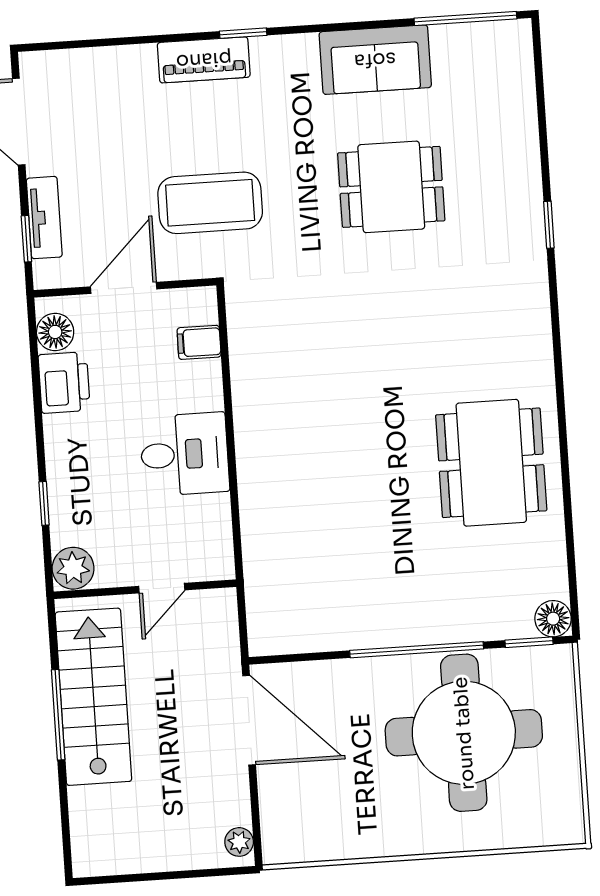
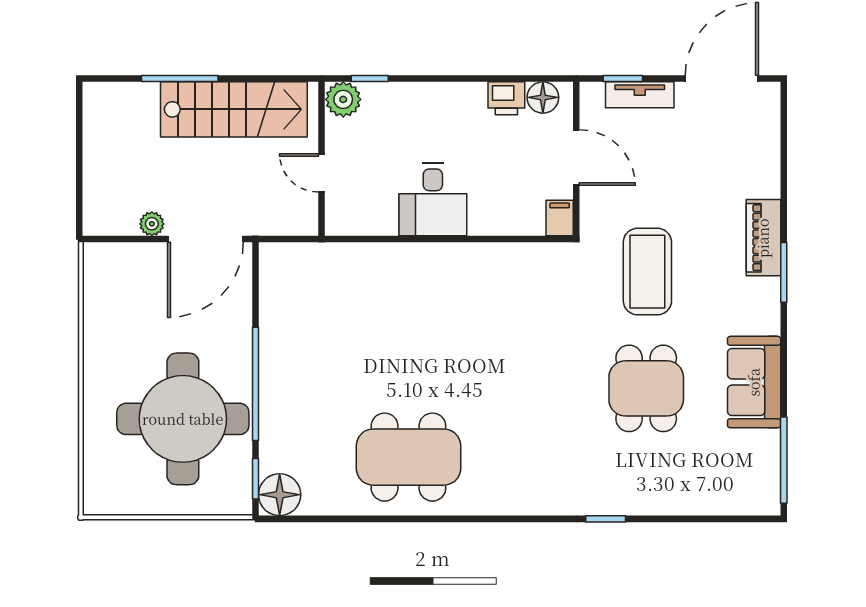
window: (243, 33) -> (784, 272), width x1.50
coffee table: (210, 203) -> (647, 272), moved
filing cabinet: (199, 342) -> (560, 218), moved
printer: (64, 383) -> (506, 98), width x0.73, depth x0.81
window: (44, 503) -> (370, 79), moved
floor lamp: (553, 619) -> (280, 495), width x1.38, depth x1.38
window: (58, 715) -> (180, 79), moved
plant: (239, 842) -> (152, 224), moved

